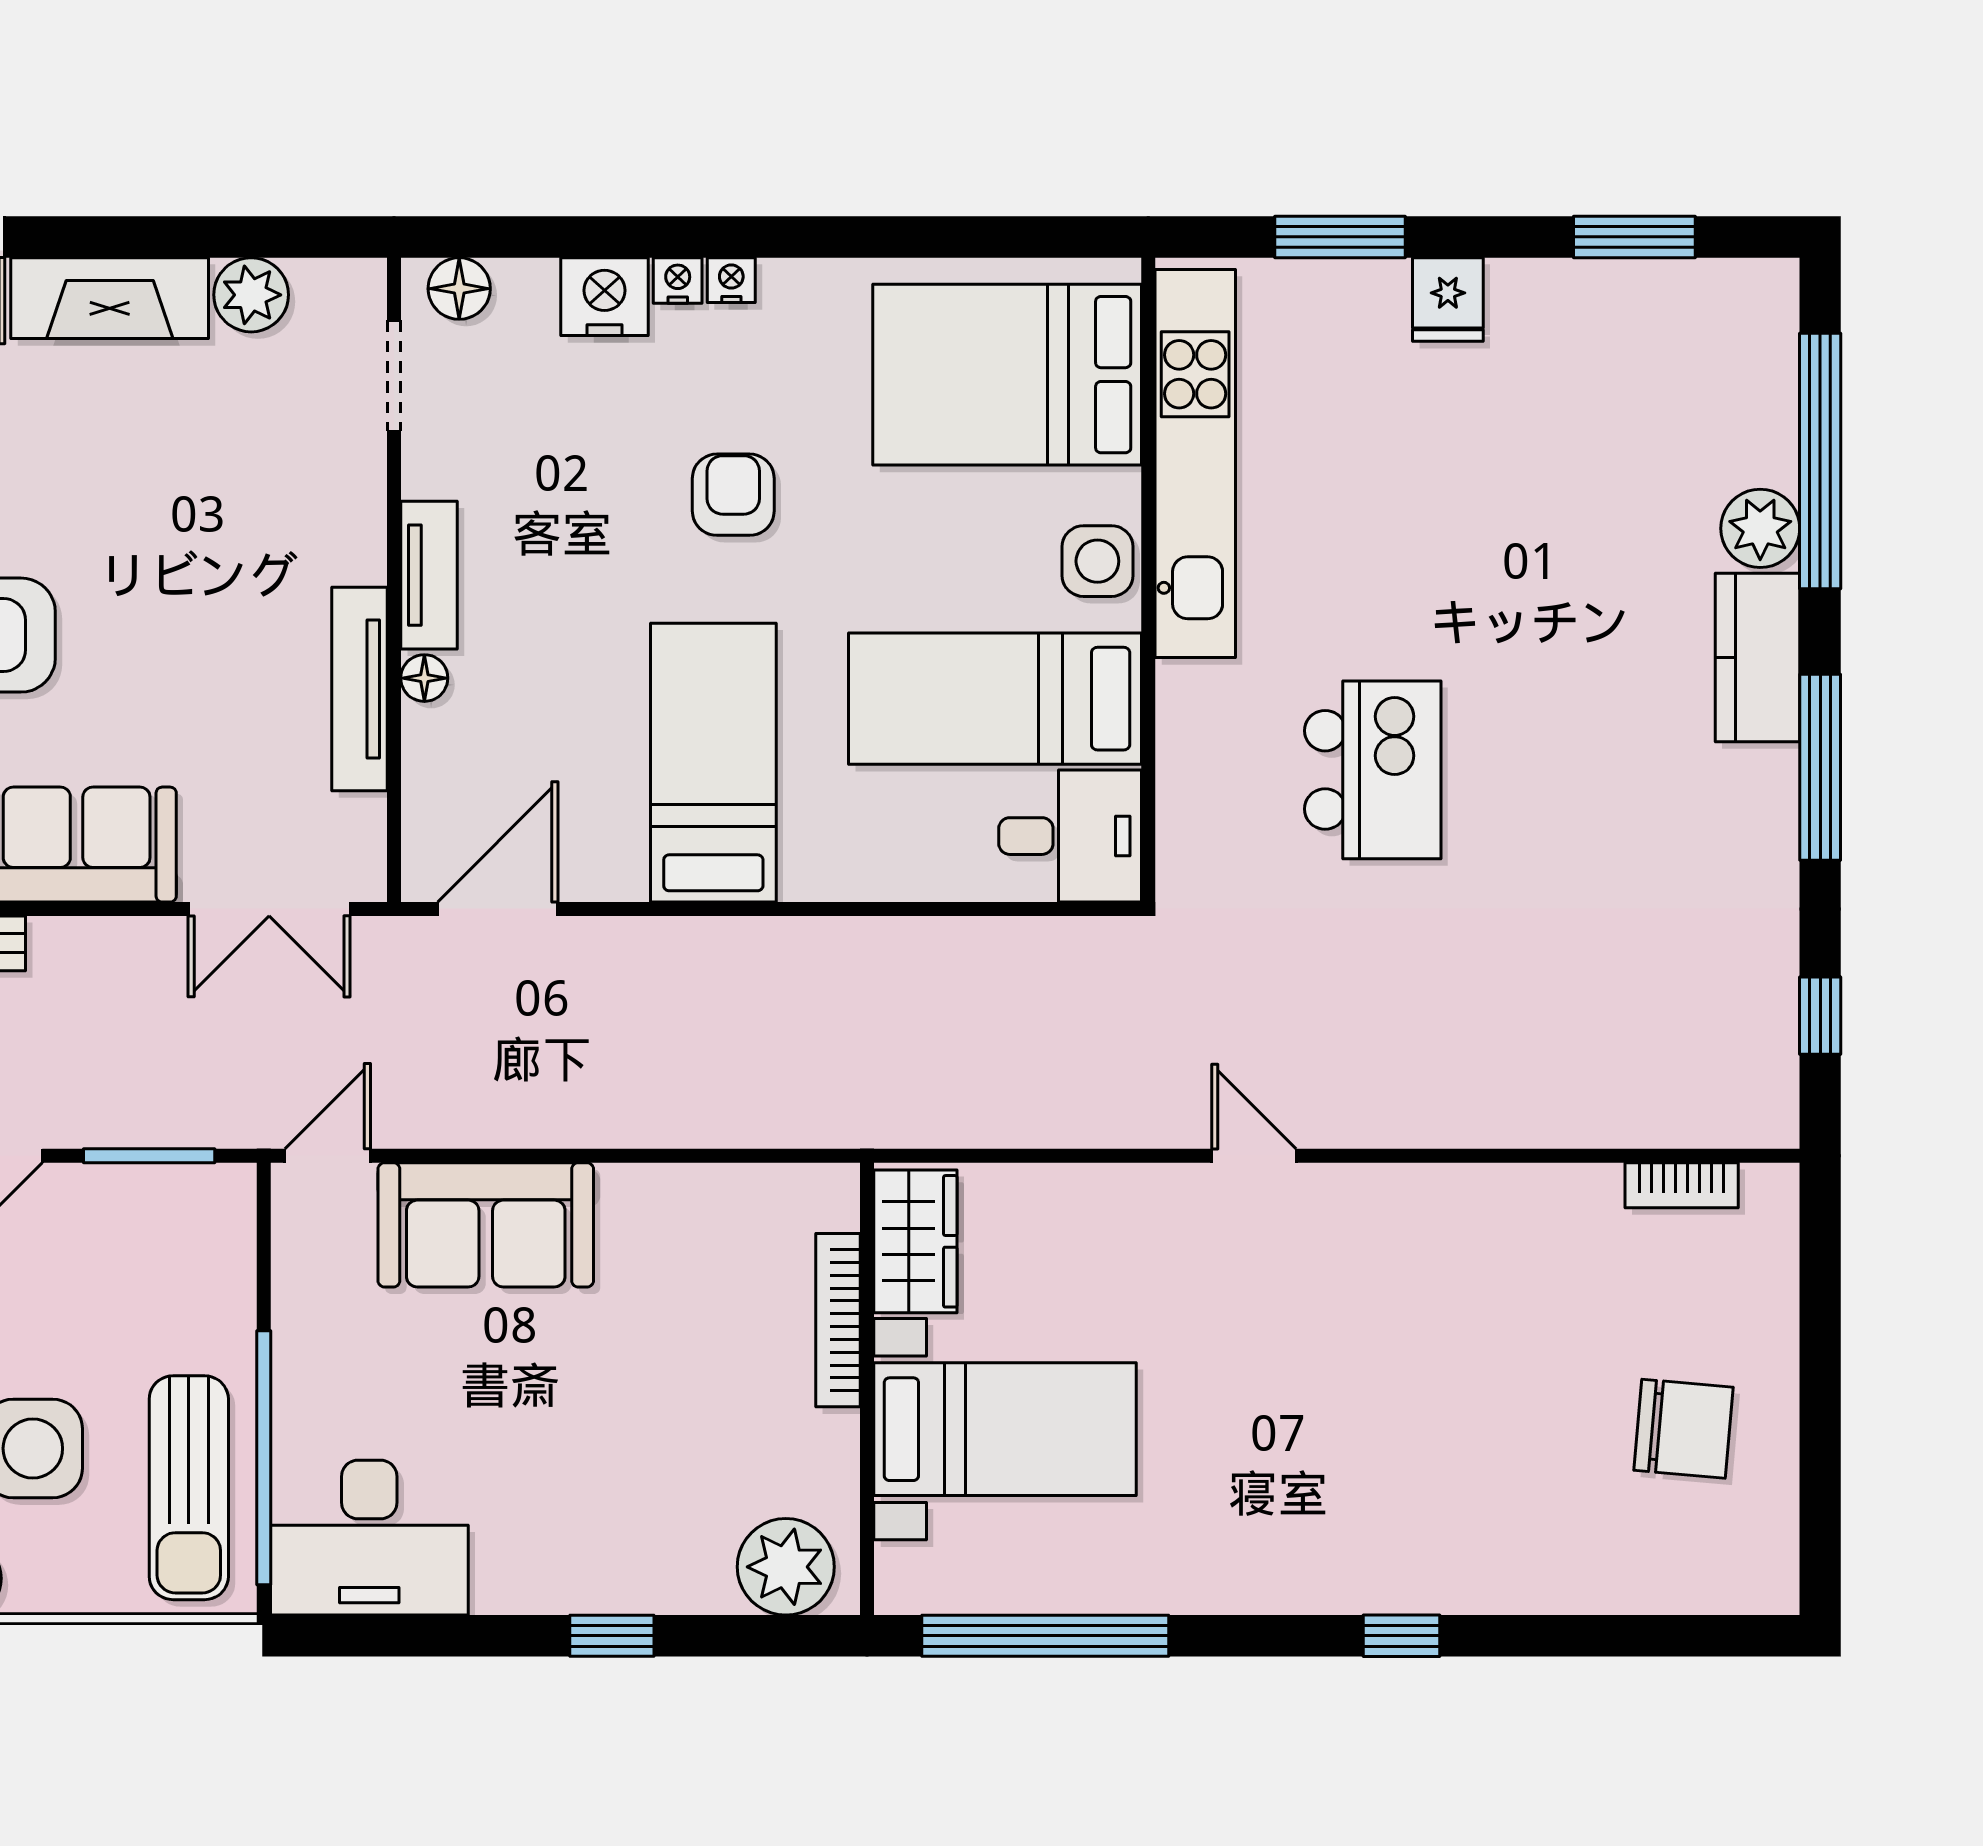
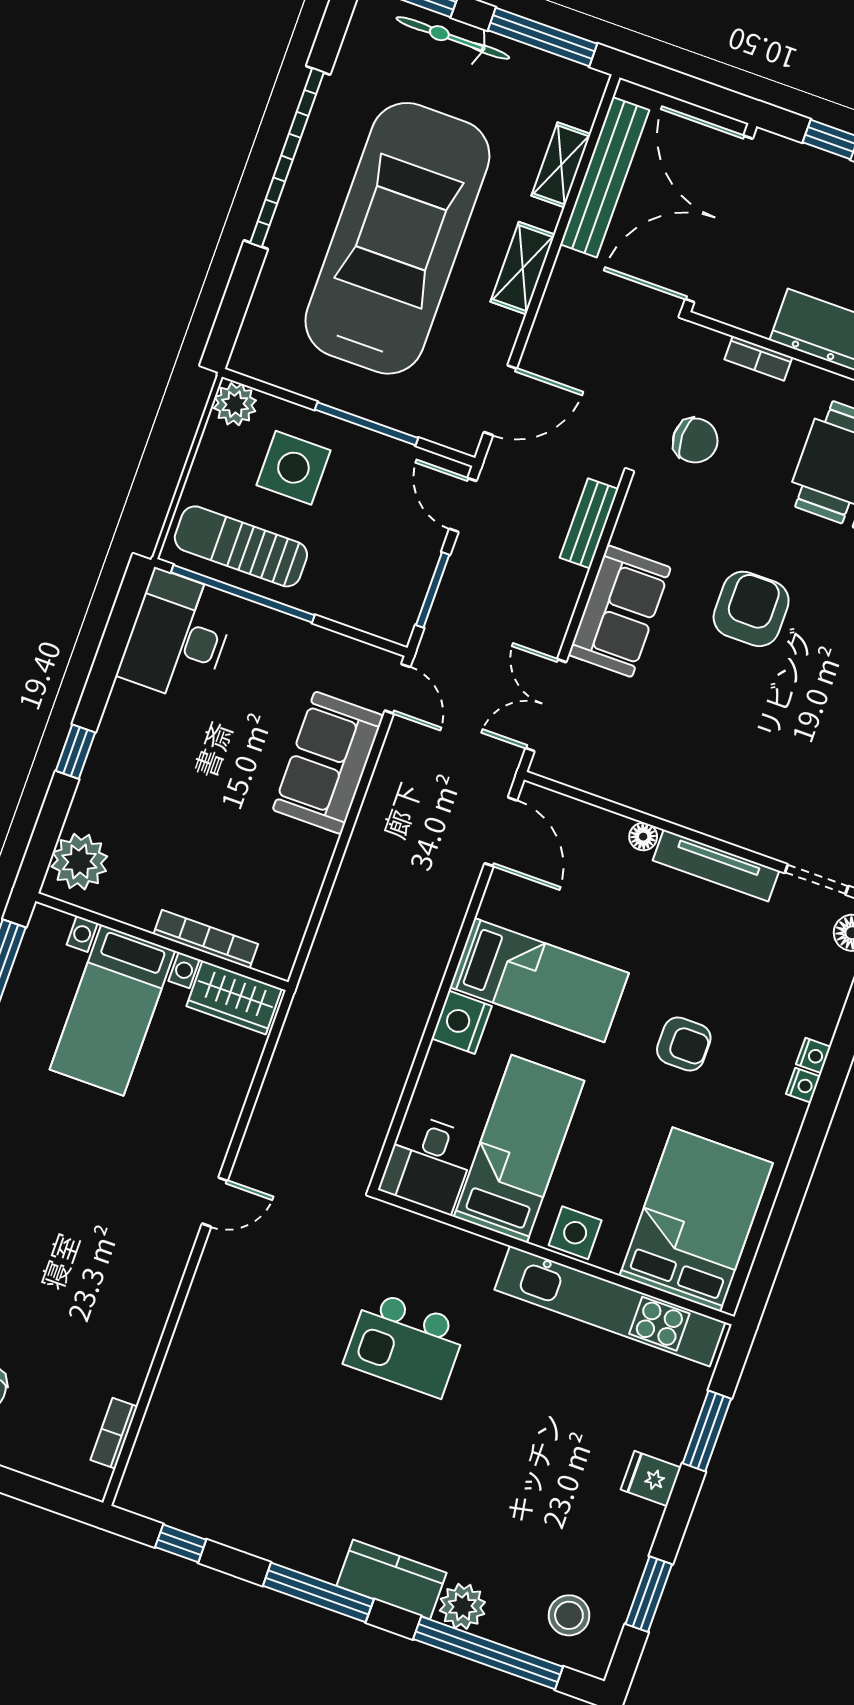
nightstand: (604, 297) -> (462, 1022), moved, turned 180
stool: (1714, 353) -> (569, 1615), added
tv unit: (429, 575) -> (716, 866), width x1.41
tv unit: (359, 689) -> (650, 799), removed

